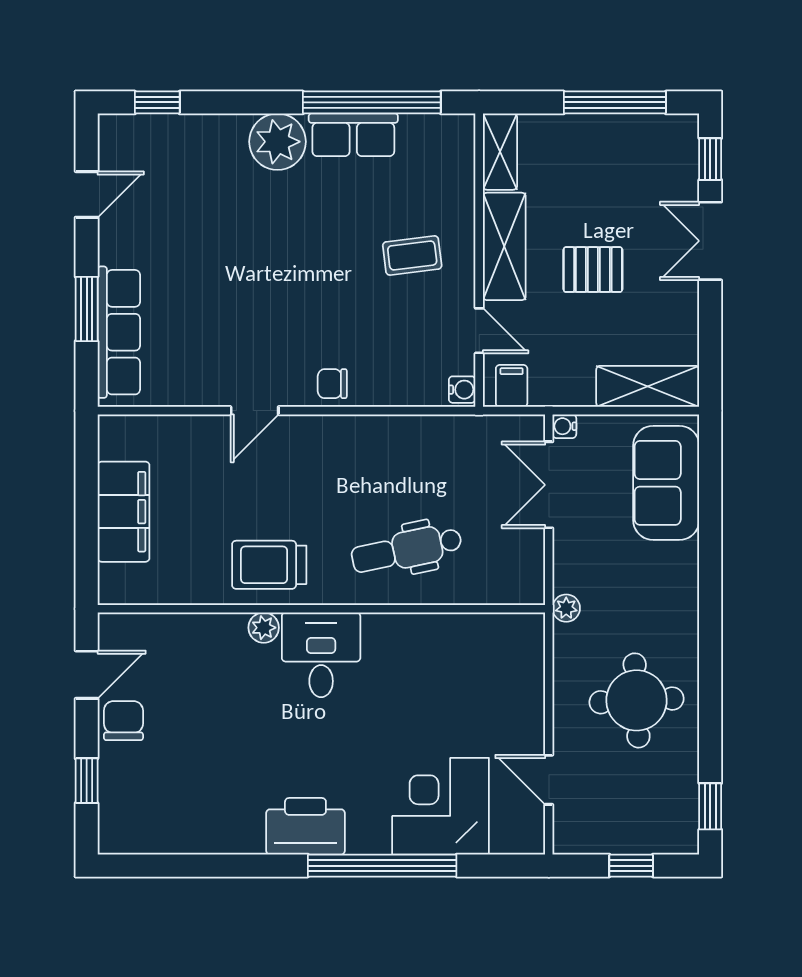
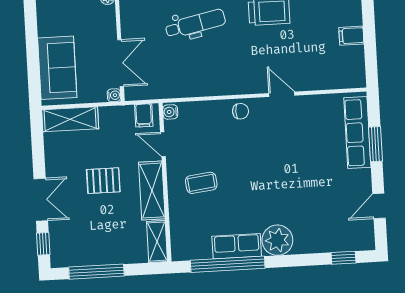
door: (255, 411) -> (282, 94), hinge flipped
filing cabinet: (124, 512) -> (351, 36), width x0.33, depth x0.86

